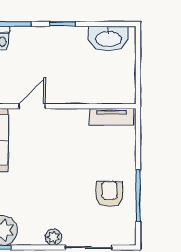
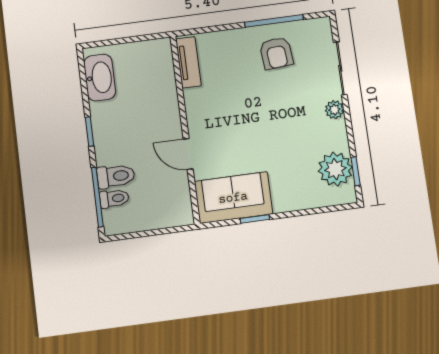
toilet: (21, 42) -> (116, 176), added
armchair: (109, 194) -> (276, 53), turned -95

